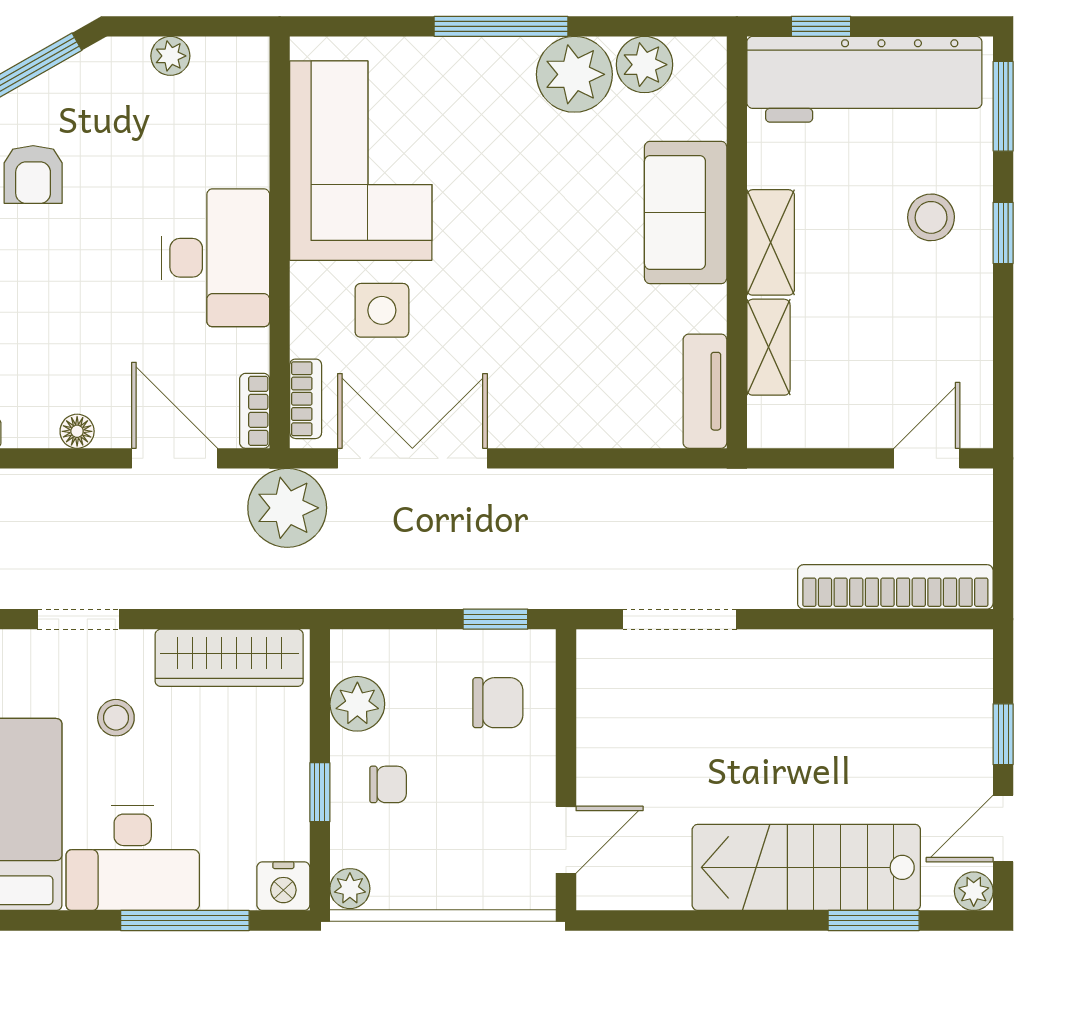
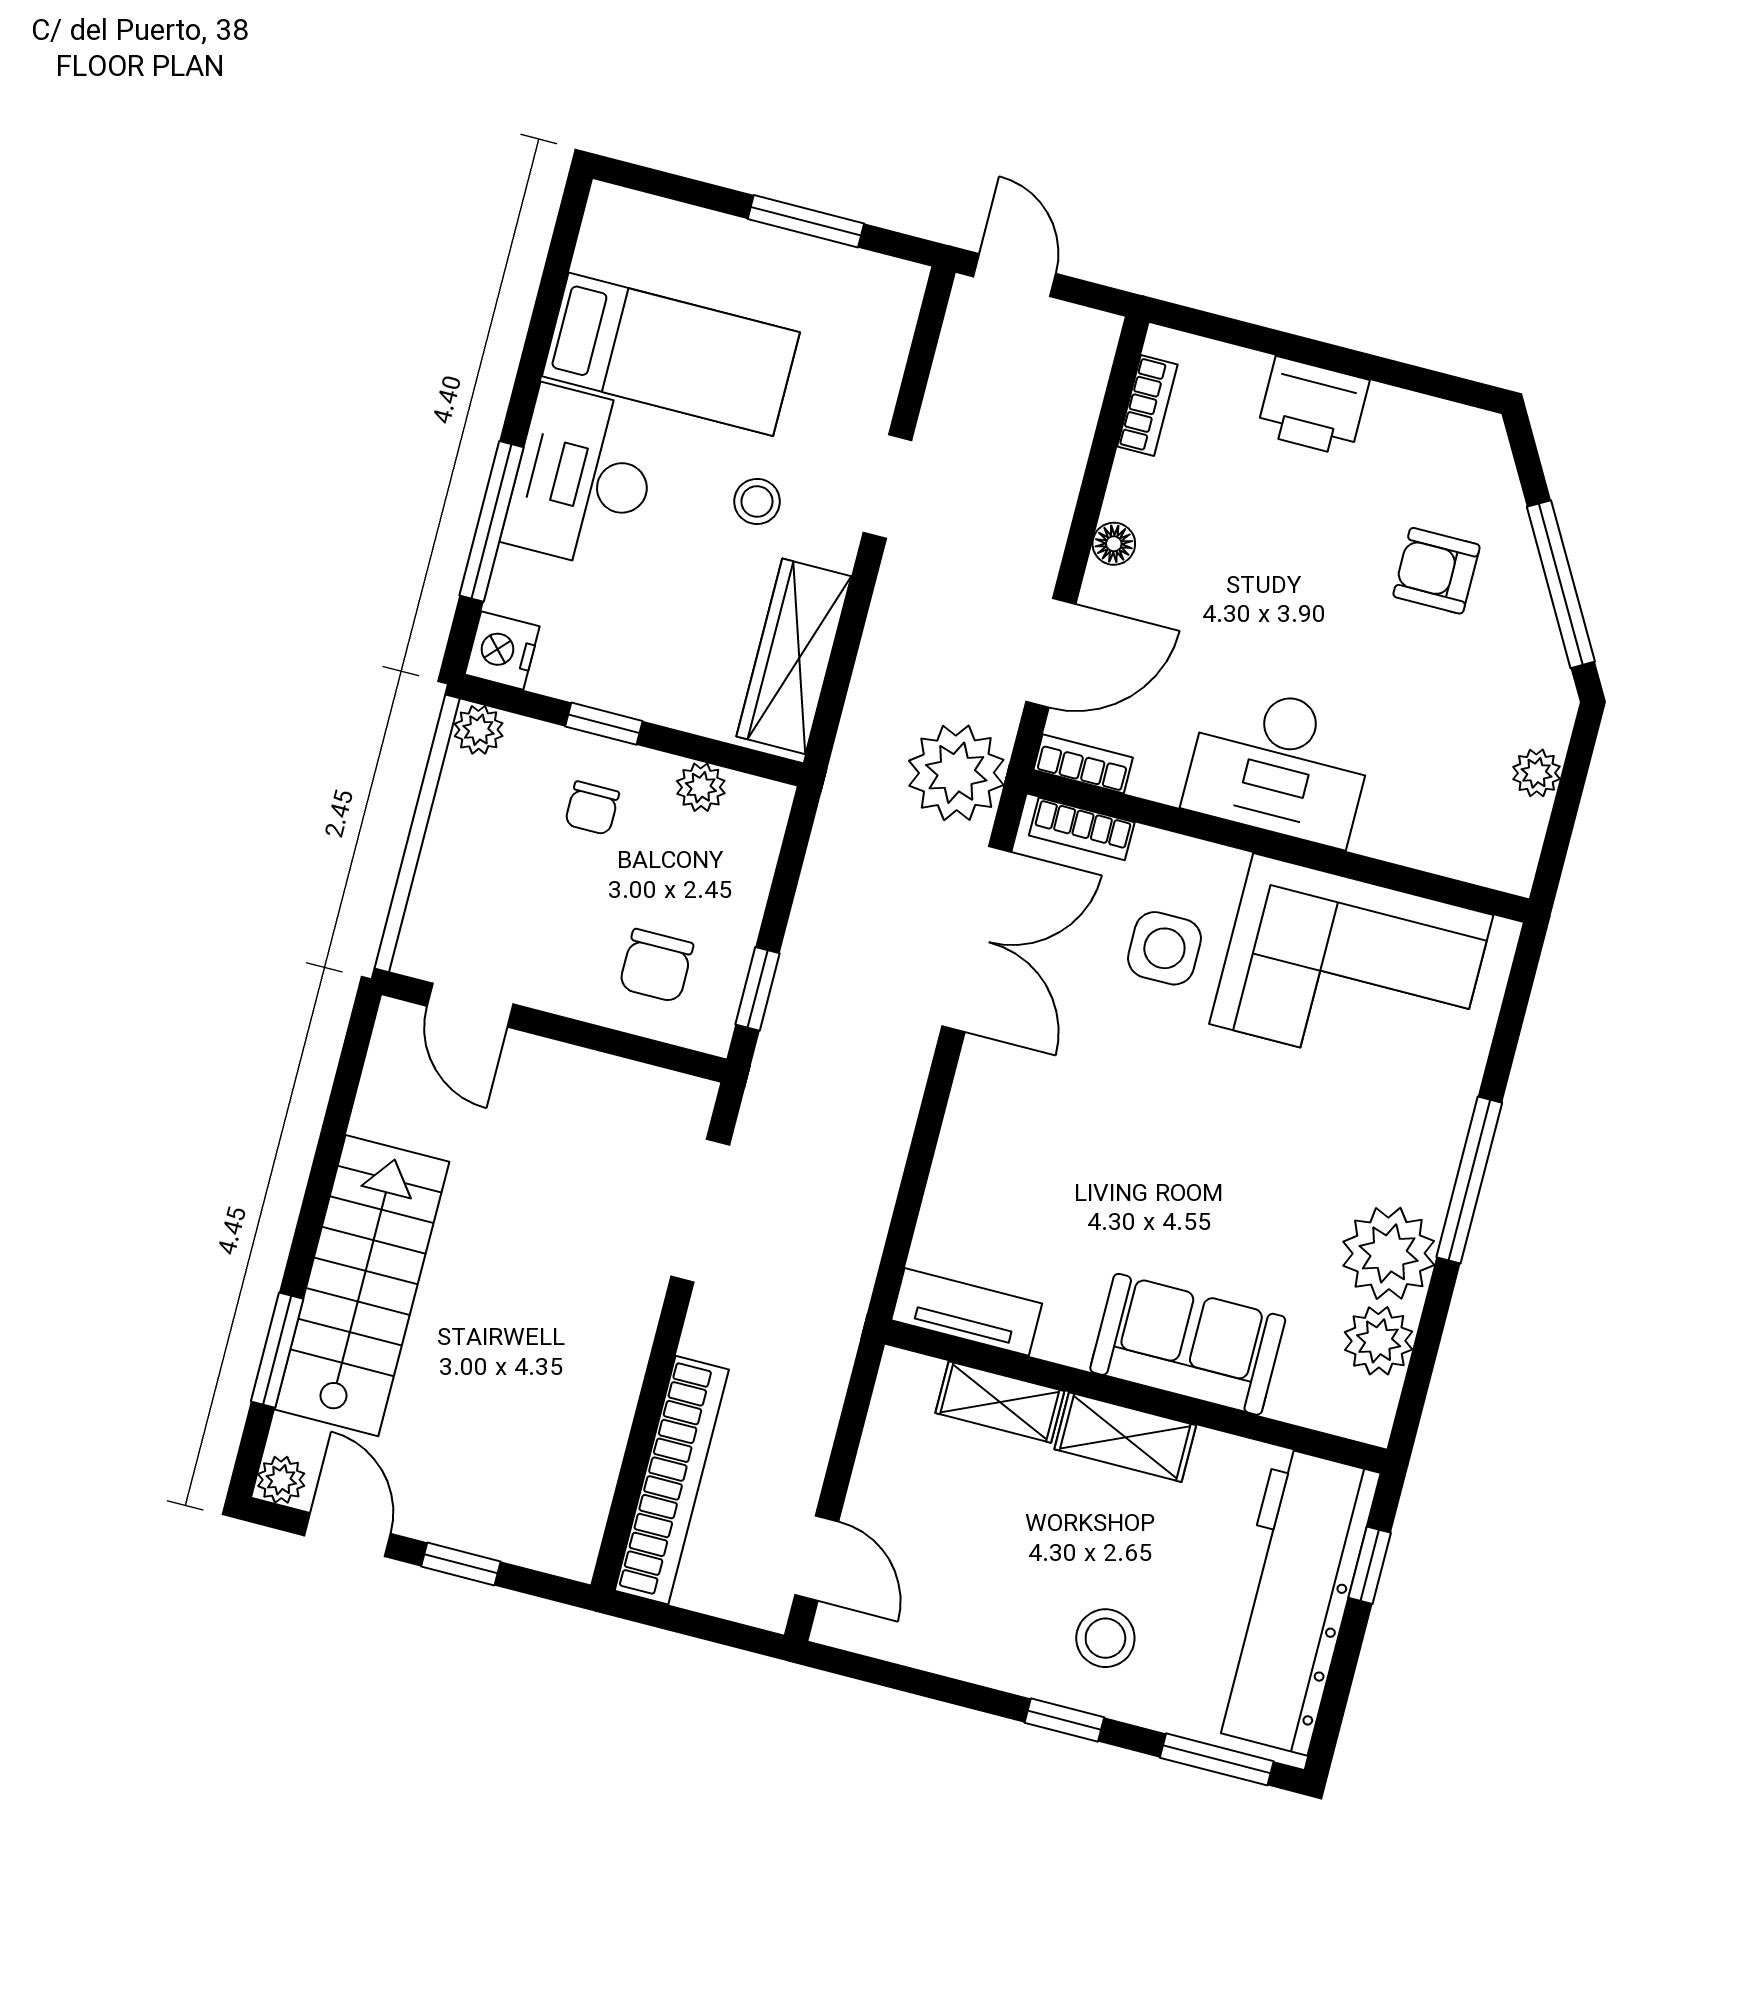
plant: (357, 704) -> (701, 787), width x0.73, depth x0.73

